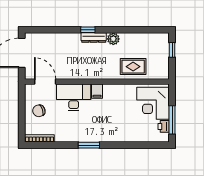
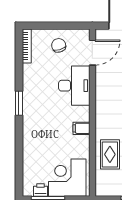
filing cabinet: (97, 91) -> (81, 128), moved

